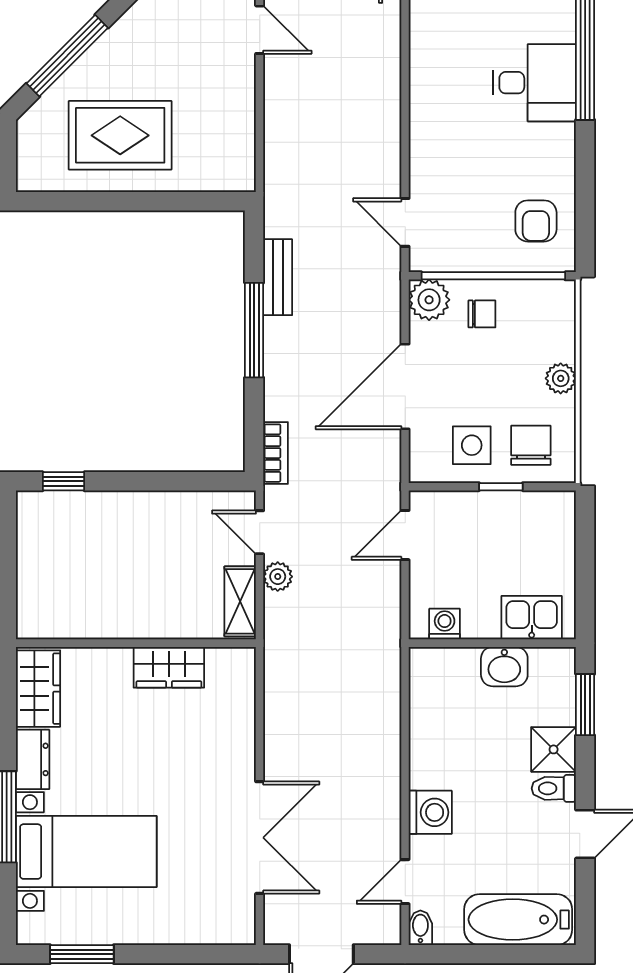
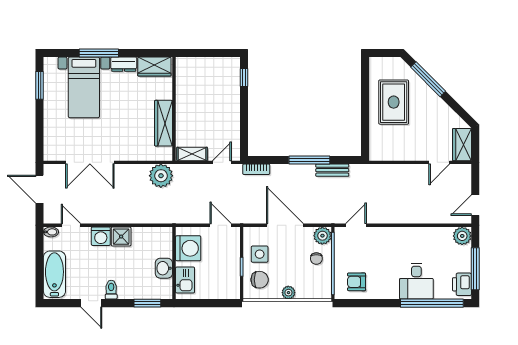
plant: (278, 577) -> (161, 176), moved, width x1.88, depth x1.88
washing machine: (445, 624) -> (188, 248), width x1.89, depth x1.89
wardrobe: (169, 667) -> (164, 123), width x1.50
shower: (554, 749) -> (121, 237), moved

